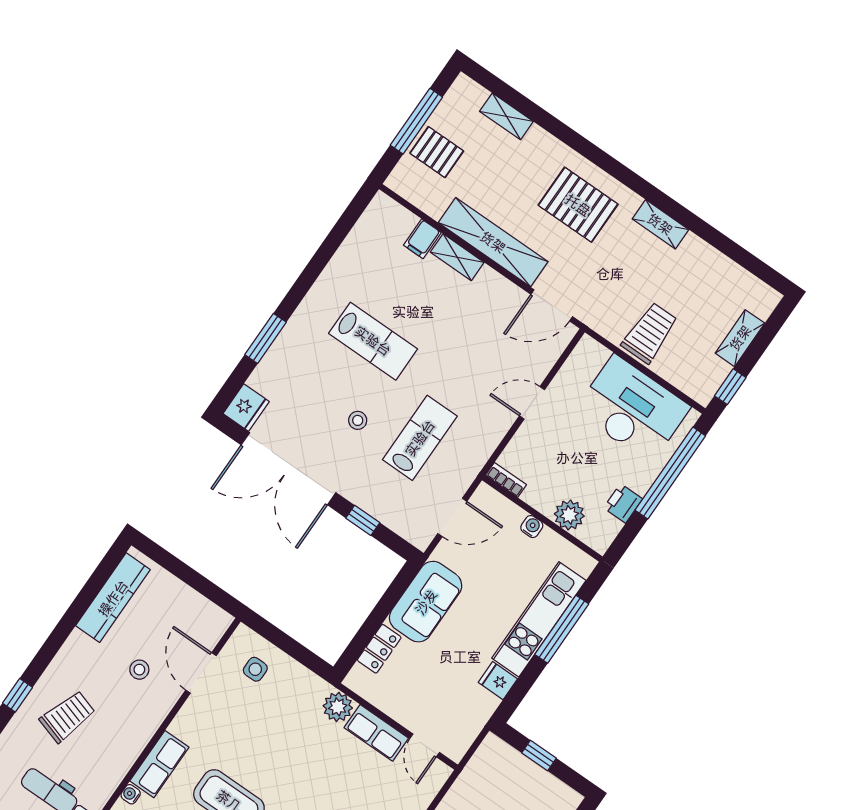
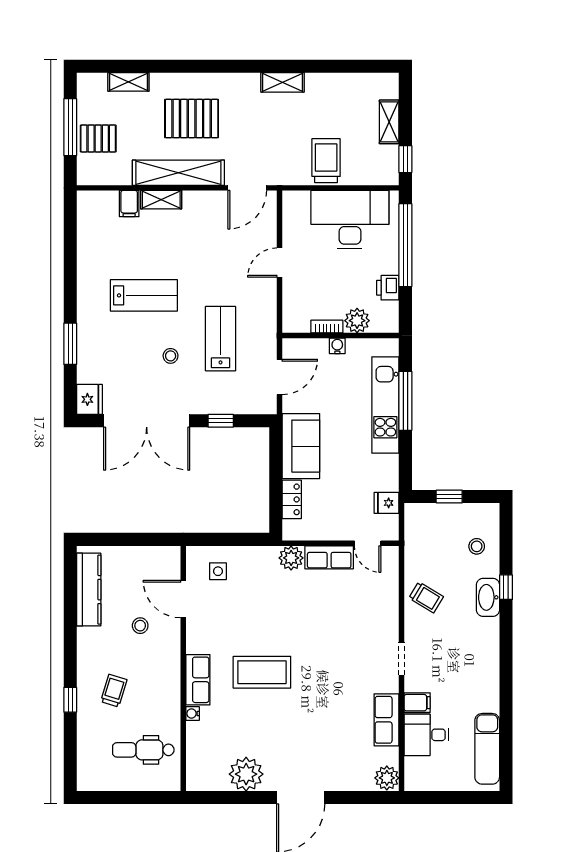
pallet: (578, 205) -> (192, 119), moved
bookcase: (506, 480) -> (327, 327), moved
fridge: (498, 681) -> (387, 503), moved
trolley: (68, 716) -> (114, 691), width x0.73, depth x0.72

